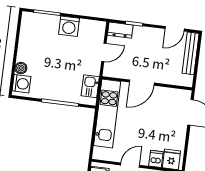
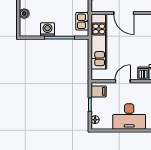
door: (142, 83) -> (124, 13), hinge flipped
washing machine: (21, 84) -> (48, 30), moved, turned -90

